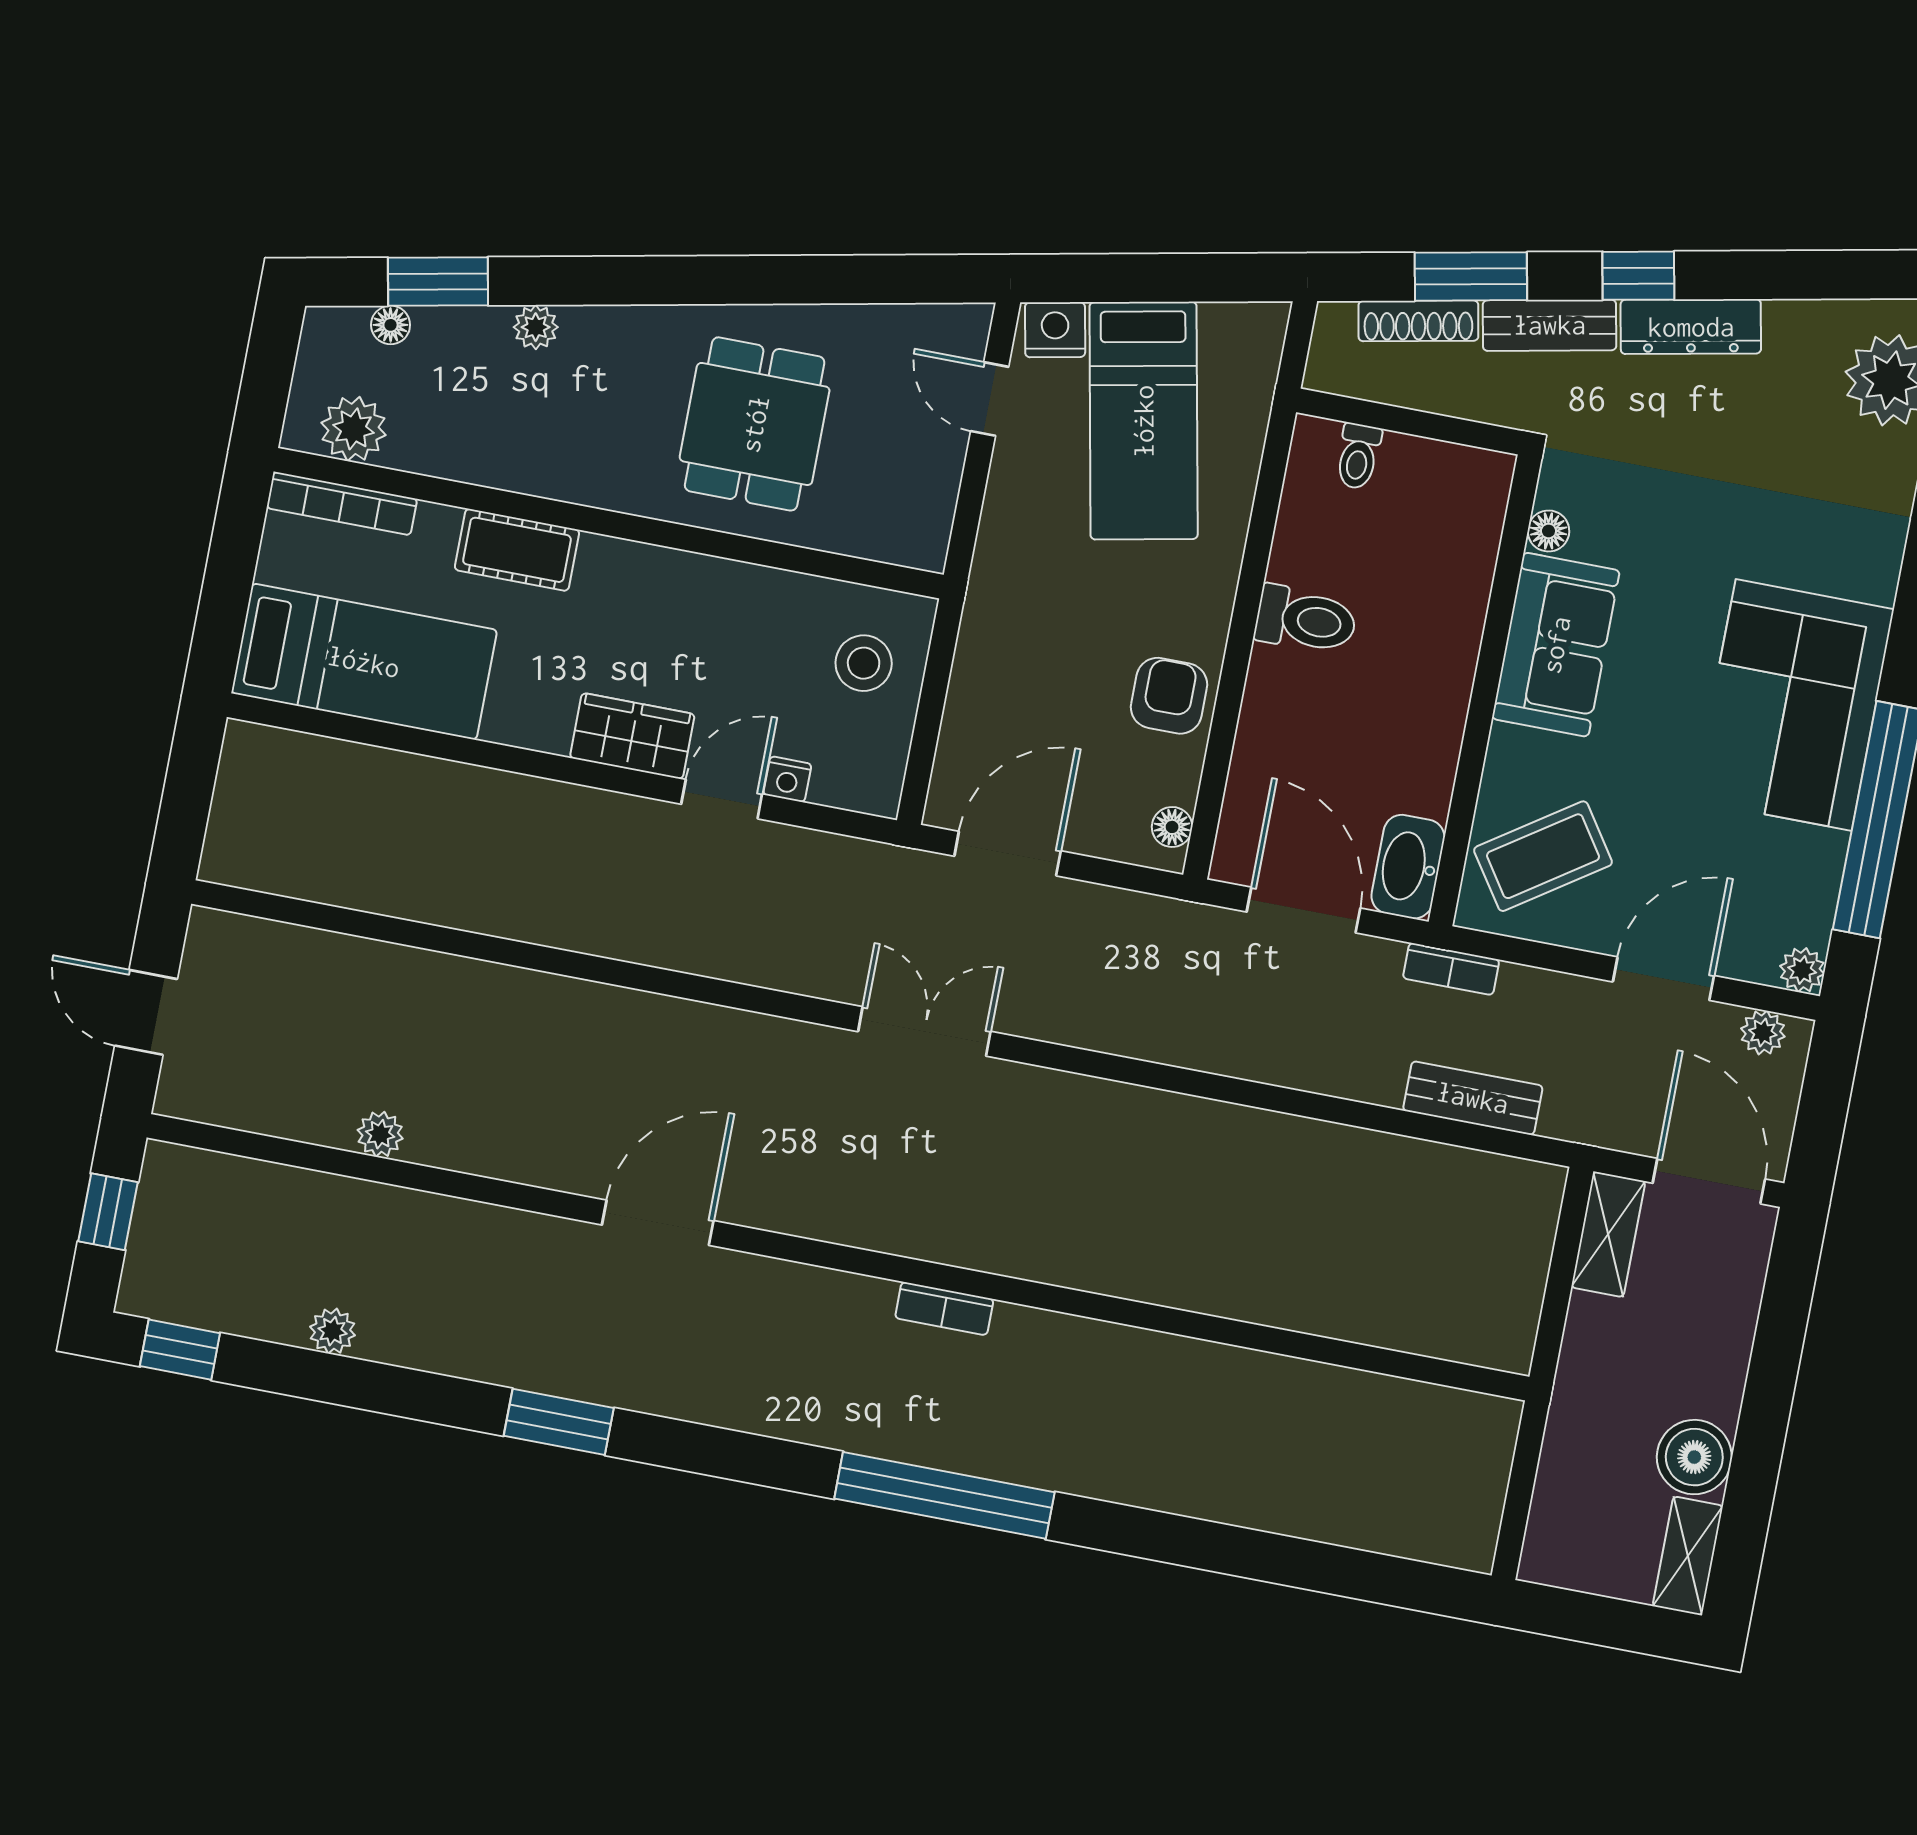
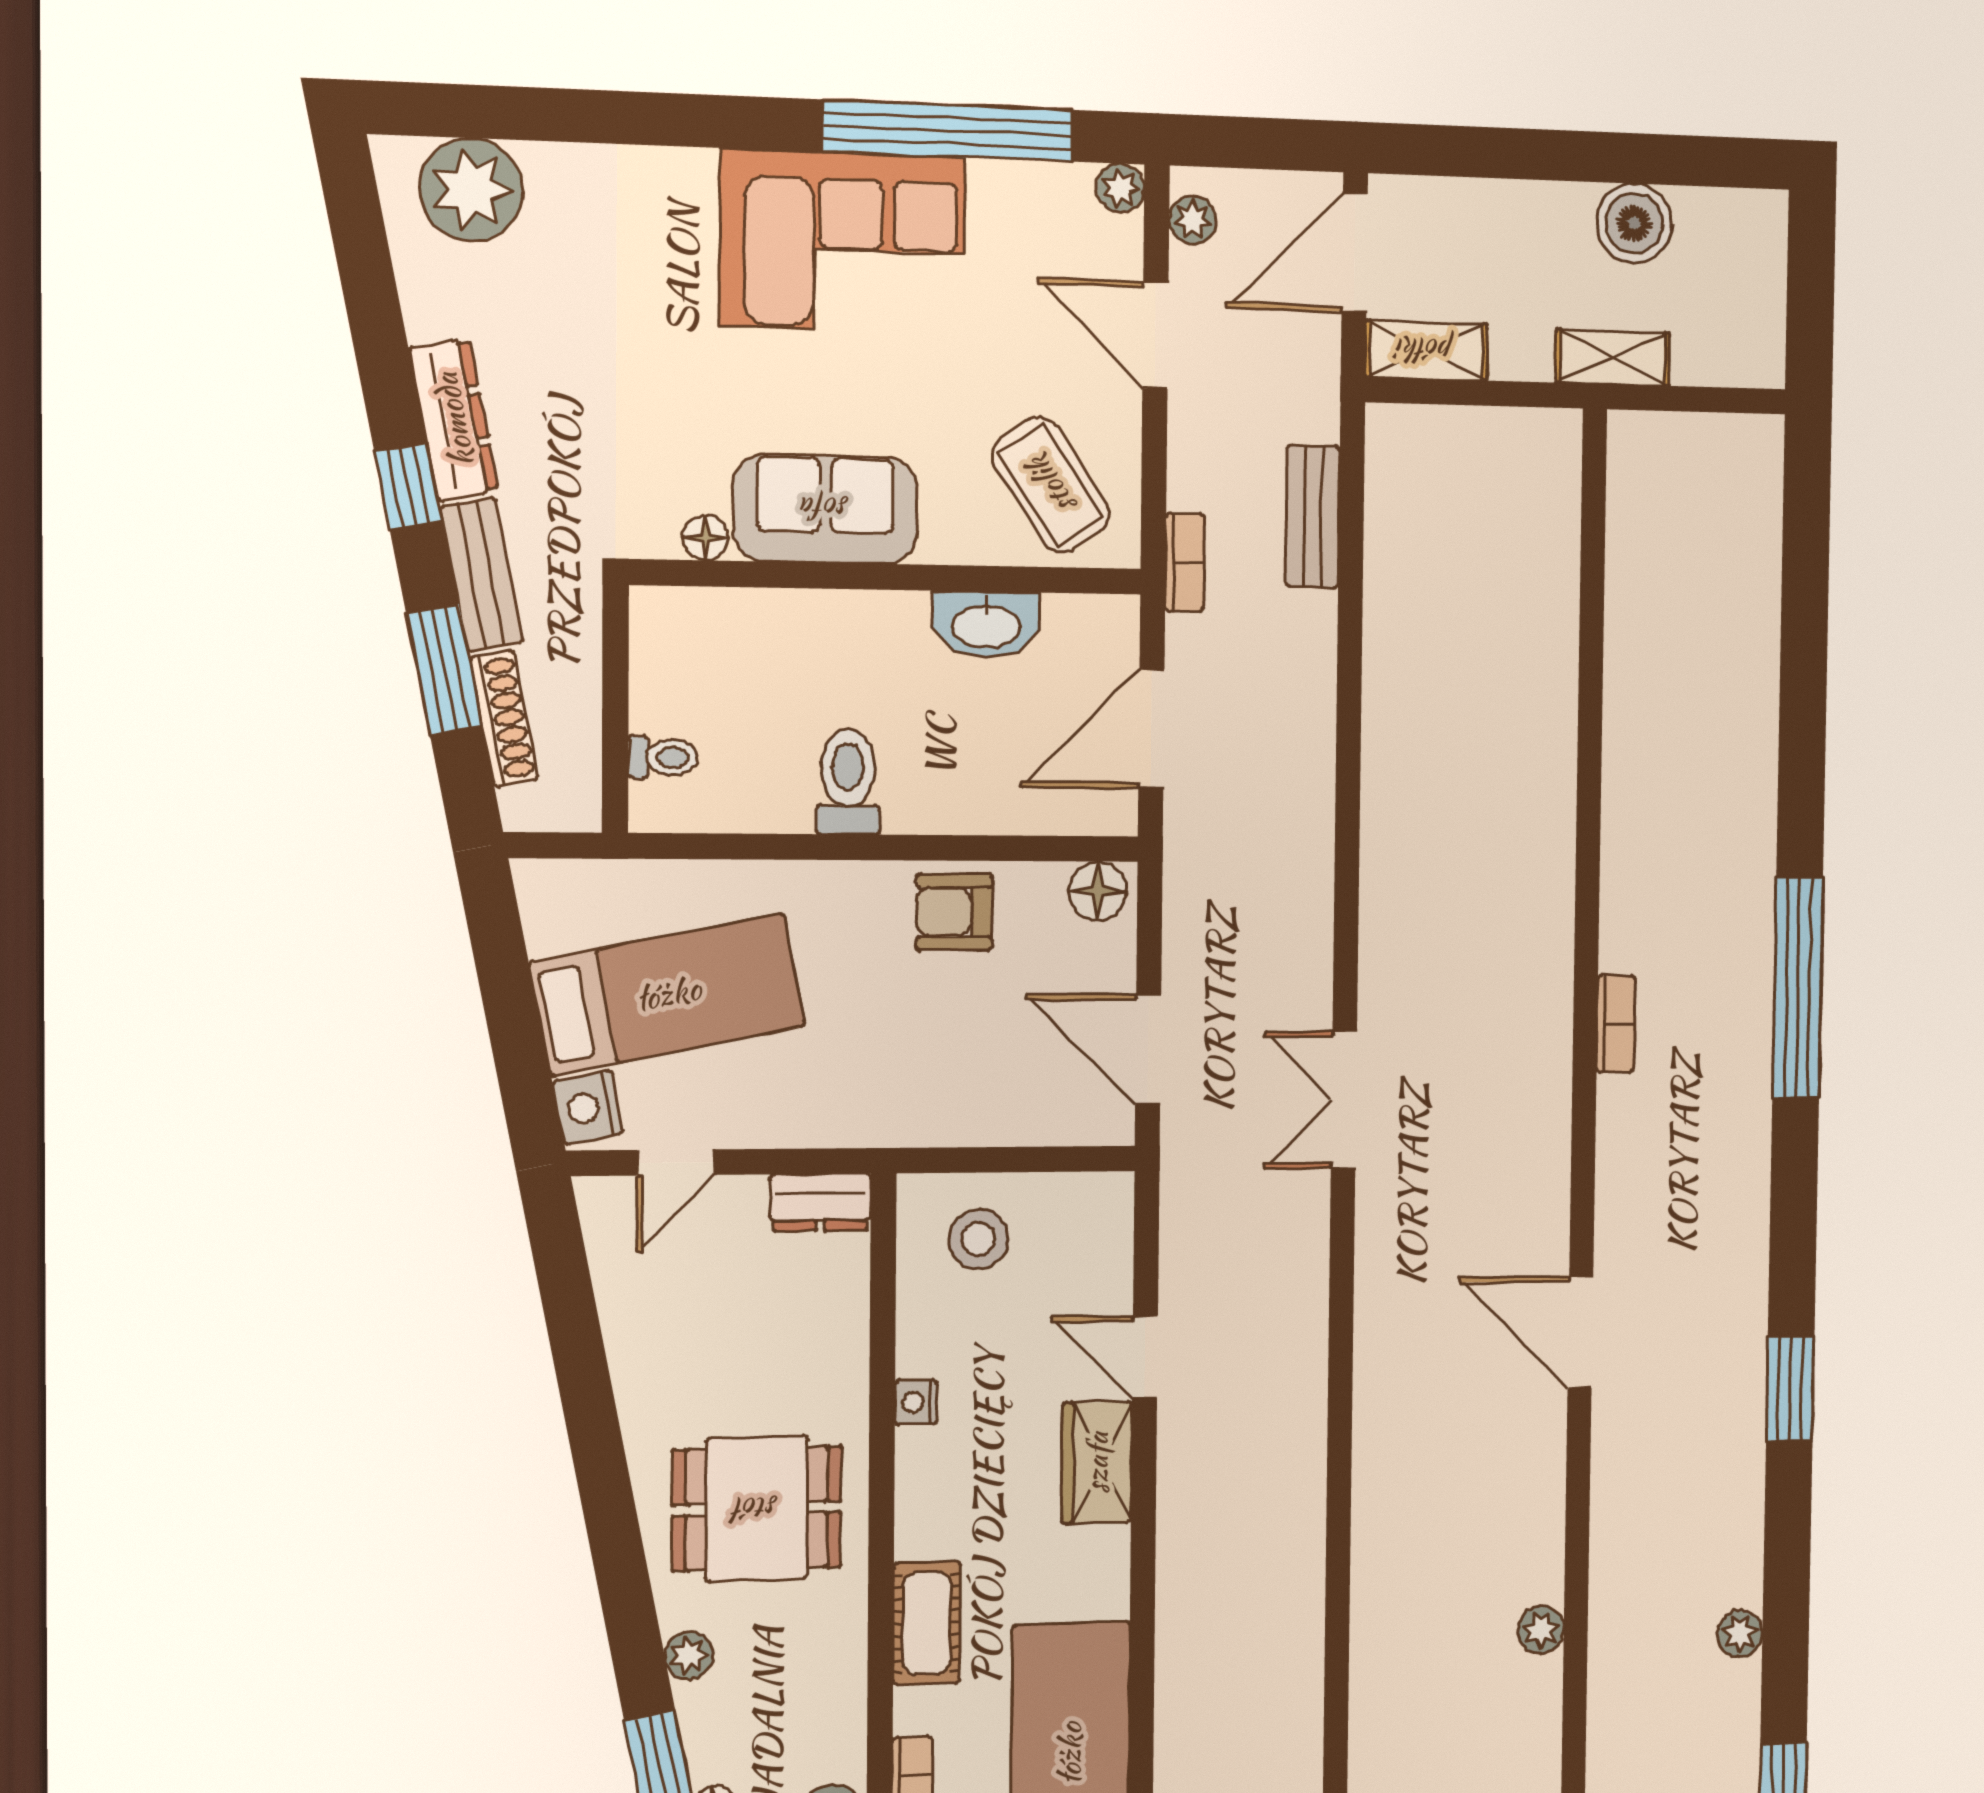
dining table: (755, 424) -> (757, 1509), moved
dresser: (927, 524) -> (820, 1202), added
nightstand: (787, 779) -> (916, 1402), moved, turned 180
floor lamp: (1172, 827) -> (1098, 891), width x1.37, depth x1.37
washbasin: (1408, 867) -> (986, 625), moved
shelving: (1688, 1556) -> (1612, 358), moved

